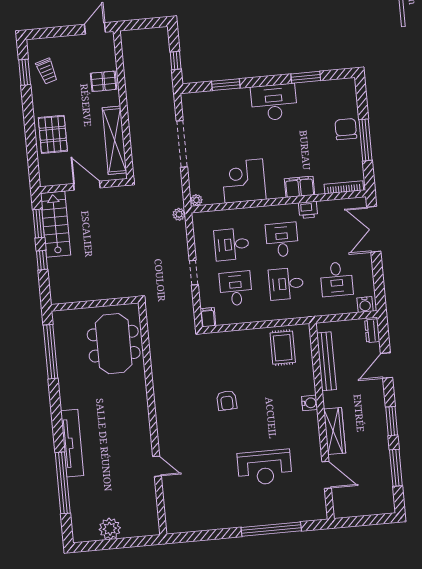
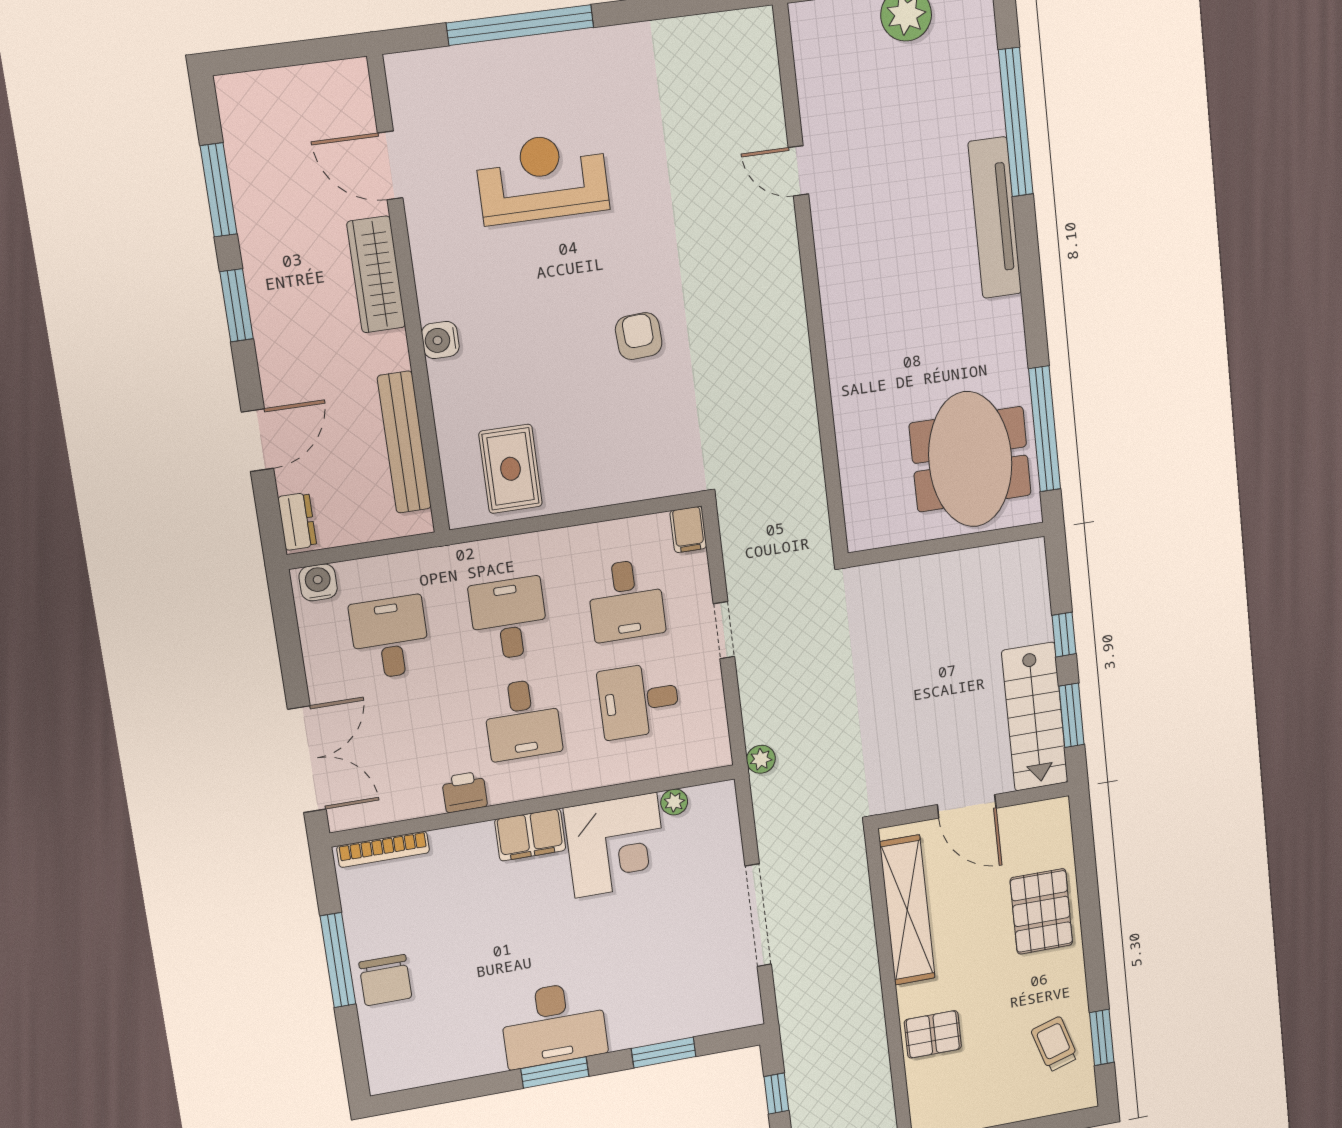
window: (306, 77) -> (555, 1072), moved
filing cabinet: (299, 187) -> (530, 835), moved
plant: (196, 200) -> (674, 802), moved
desk: (232, 244) -> (639, 700), turned 180
desk: (286, 284) -> (509, 619), turned -90
meeting table: (114, 344) -> (970, 459), moved

